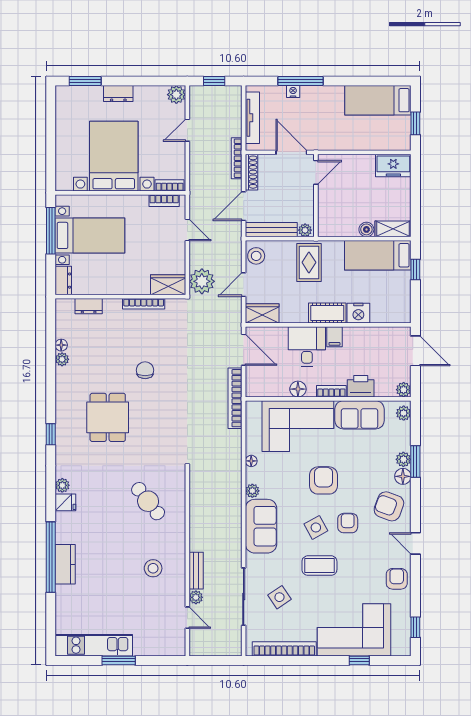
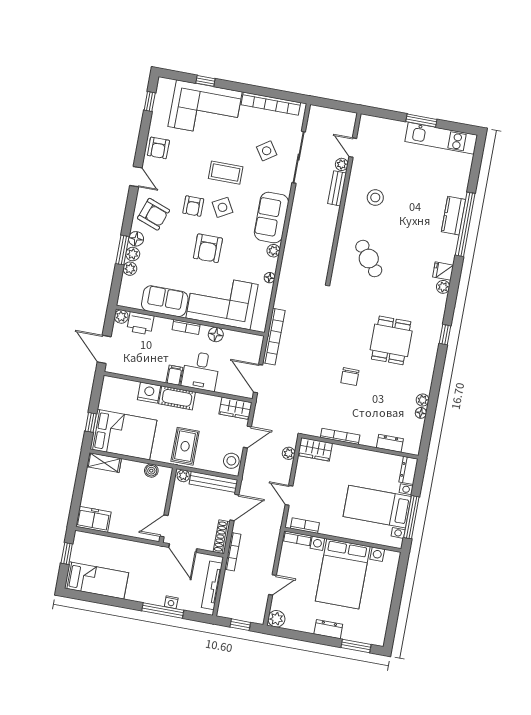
boiler: (366, 229) -> (151, 471), moved
bed: (378, 255) -> (123, 435), width x1.50
plant: (202, 281) -> (289, 453), width x0.53, depth x0.53
printer: (361, 386) -> (140, 323), moved
plant: (404, 413) -> (130, 269), moved

